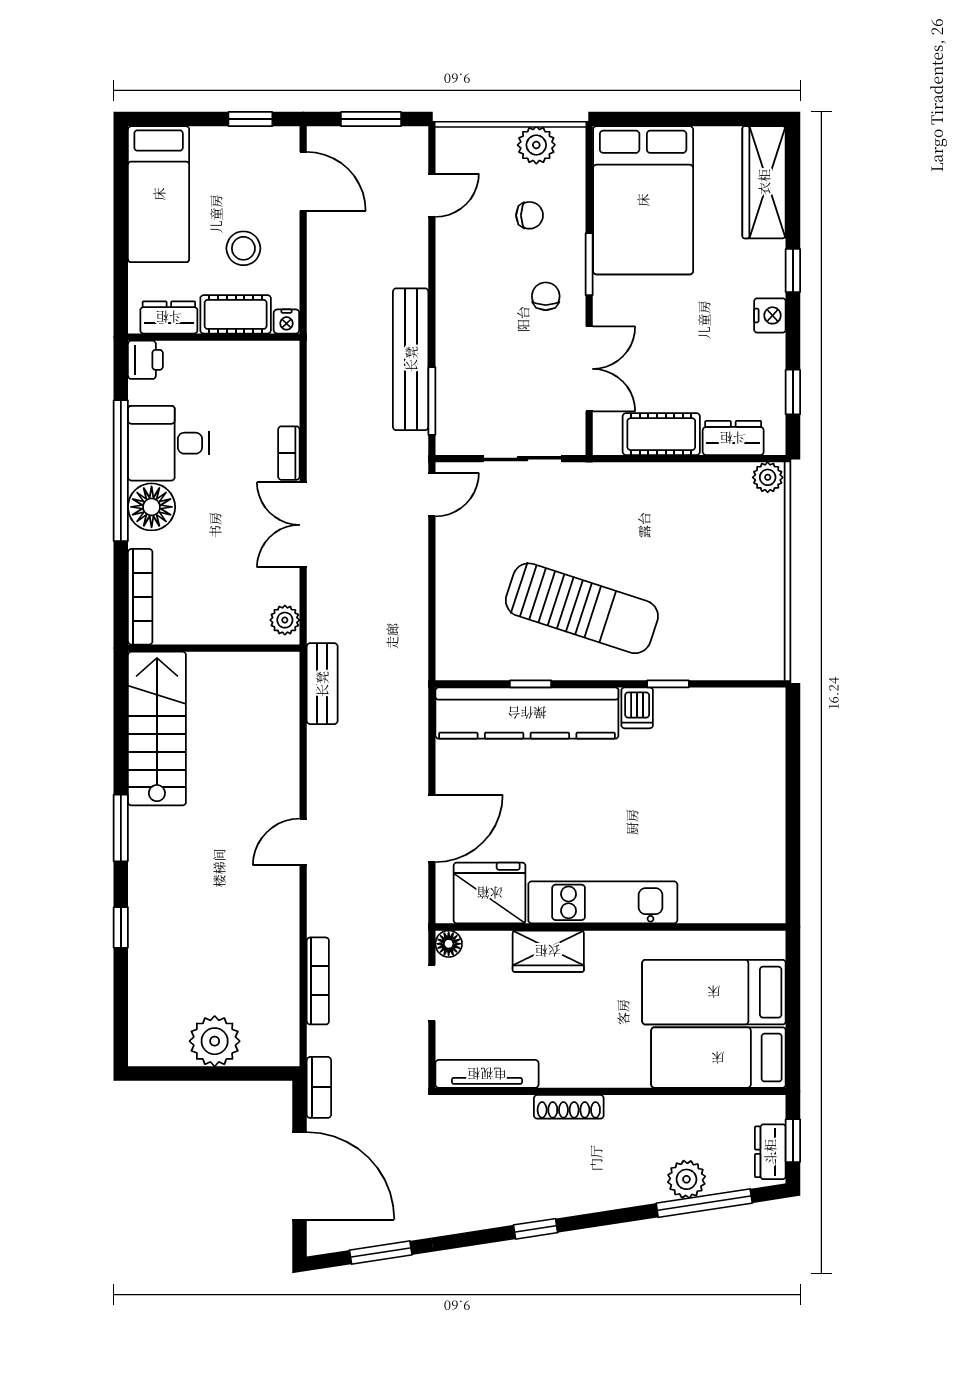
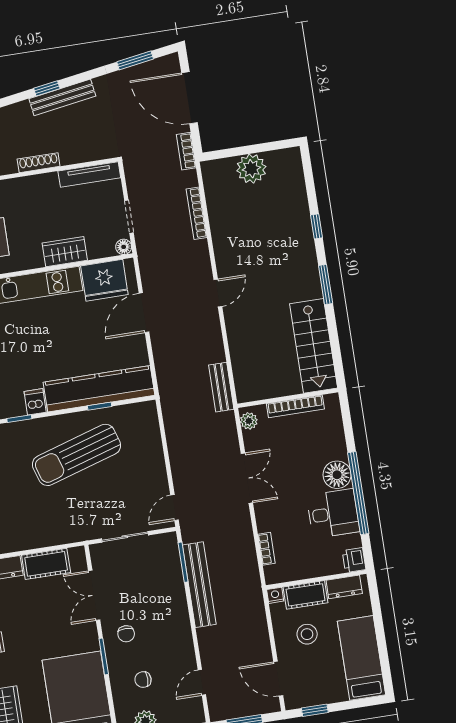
bookcase: (289, 453) -> (266, 549), moved
bookcase: (140, 597) -> (295, 406), moved, turned -90
sun lounger: (582, 608) -> (77, 455), turned -35
bench: (512, 1210) -> (62, 97), added

